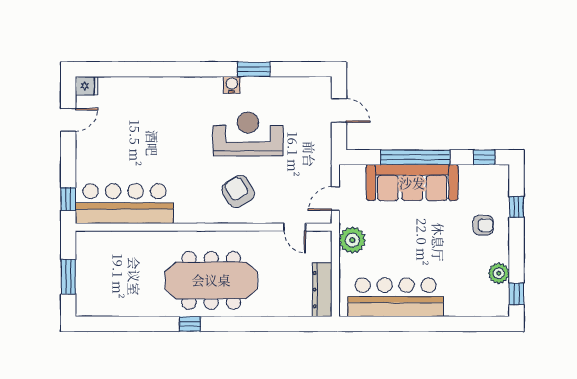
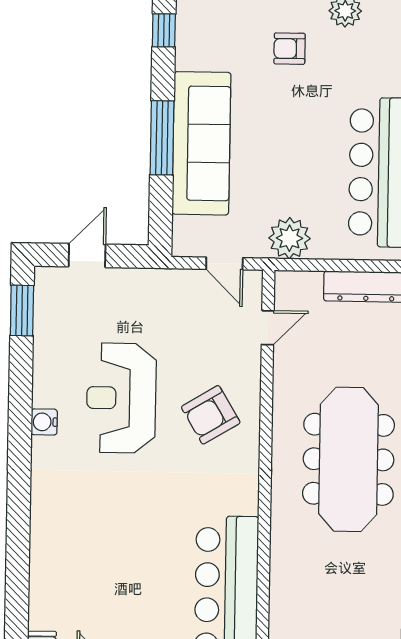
window: (254, 69) -> (22, 310), moved
window: (415, 157) -> (162, 138), width x0.68
armchair: (483, 225) -> (290, 49), moved, turned -90

